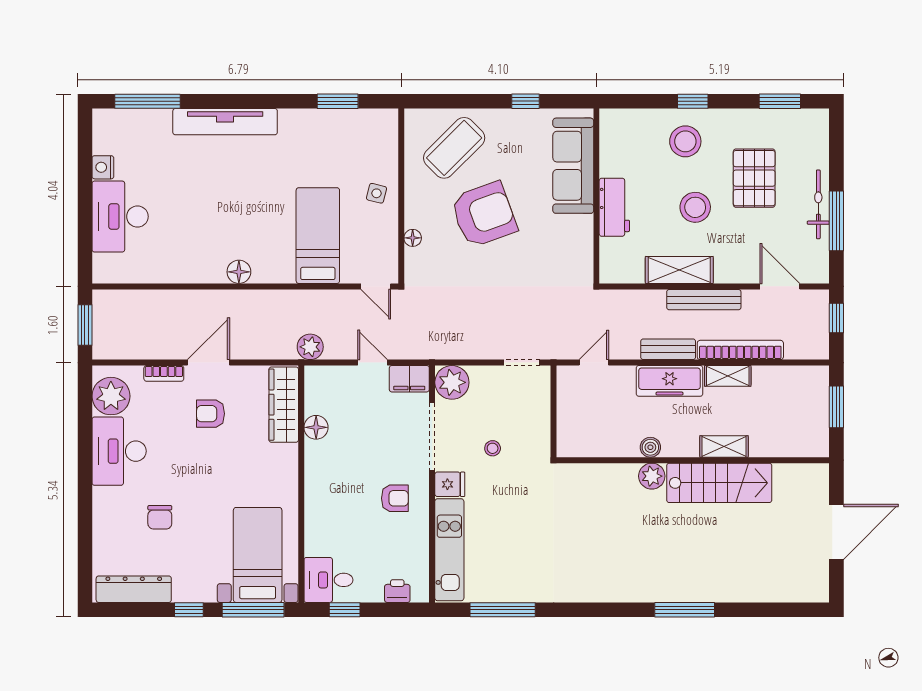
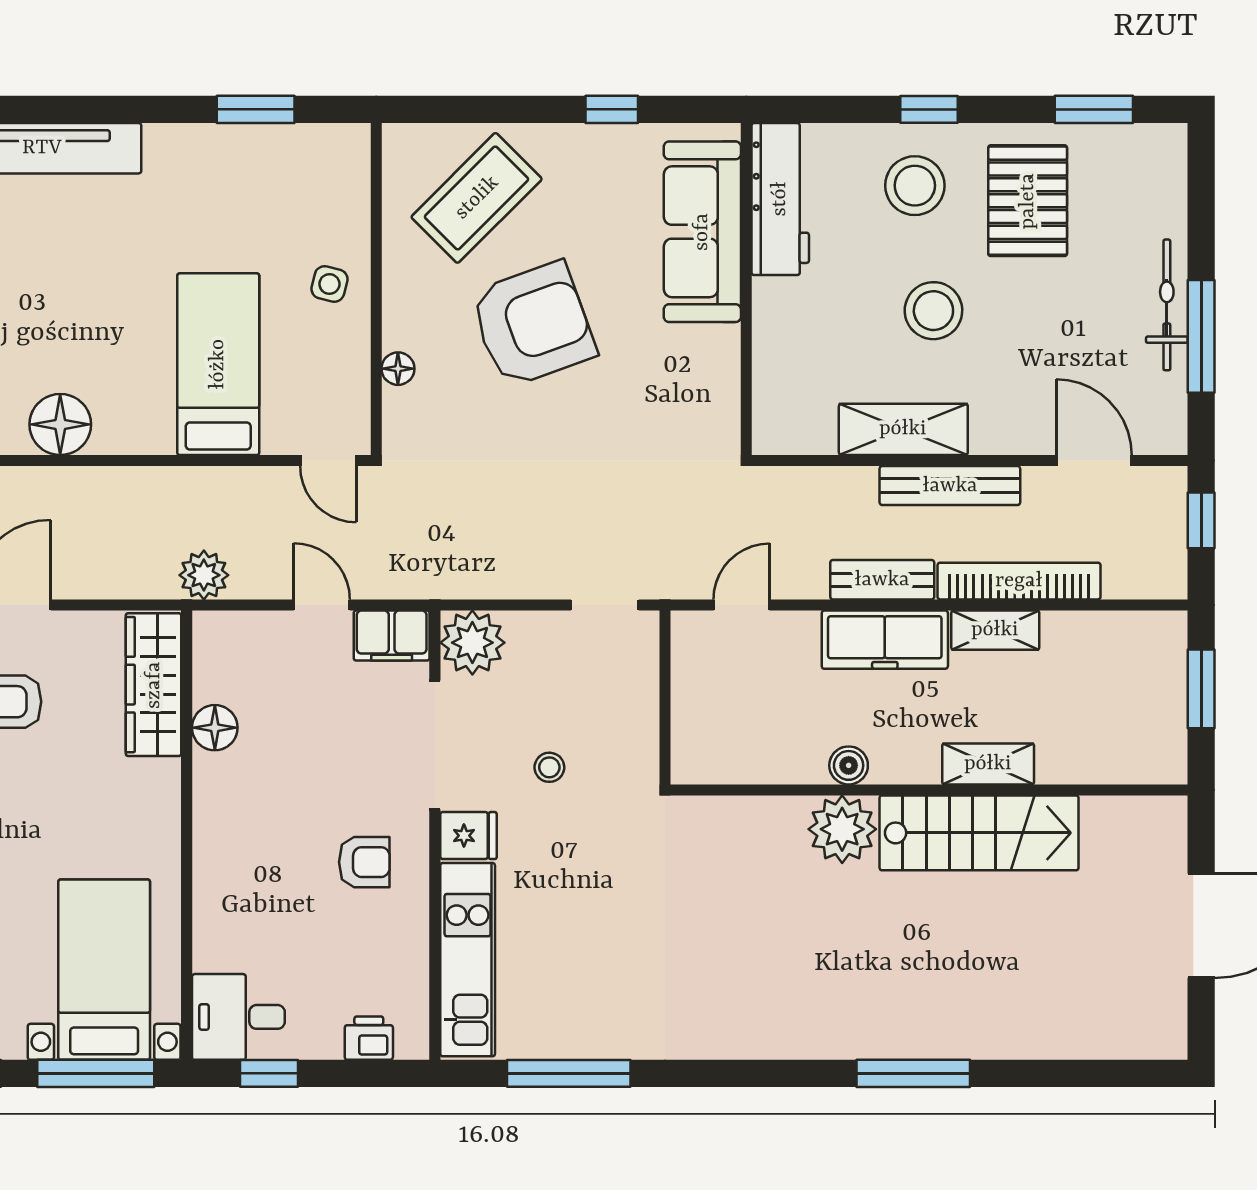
pallet: (754, 178) -> (1028, 201), moved
workbench: (614, 207) -> (780, 199), moved, width x1.37
floor lamp: (239, 272) -> (60, 424), width x1.38, depth x1.38
plant: (652, 476) -> (842, 829), width x1.36, depth x1.36

